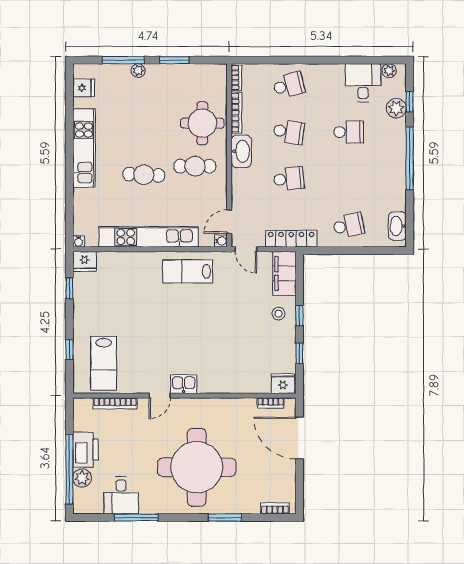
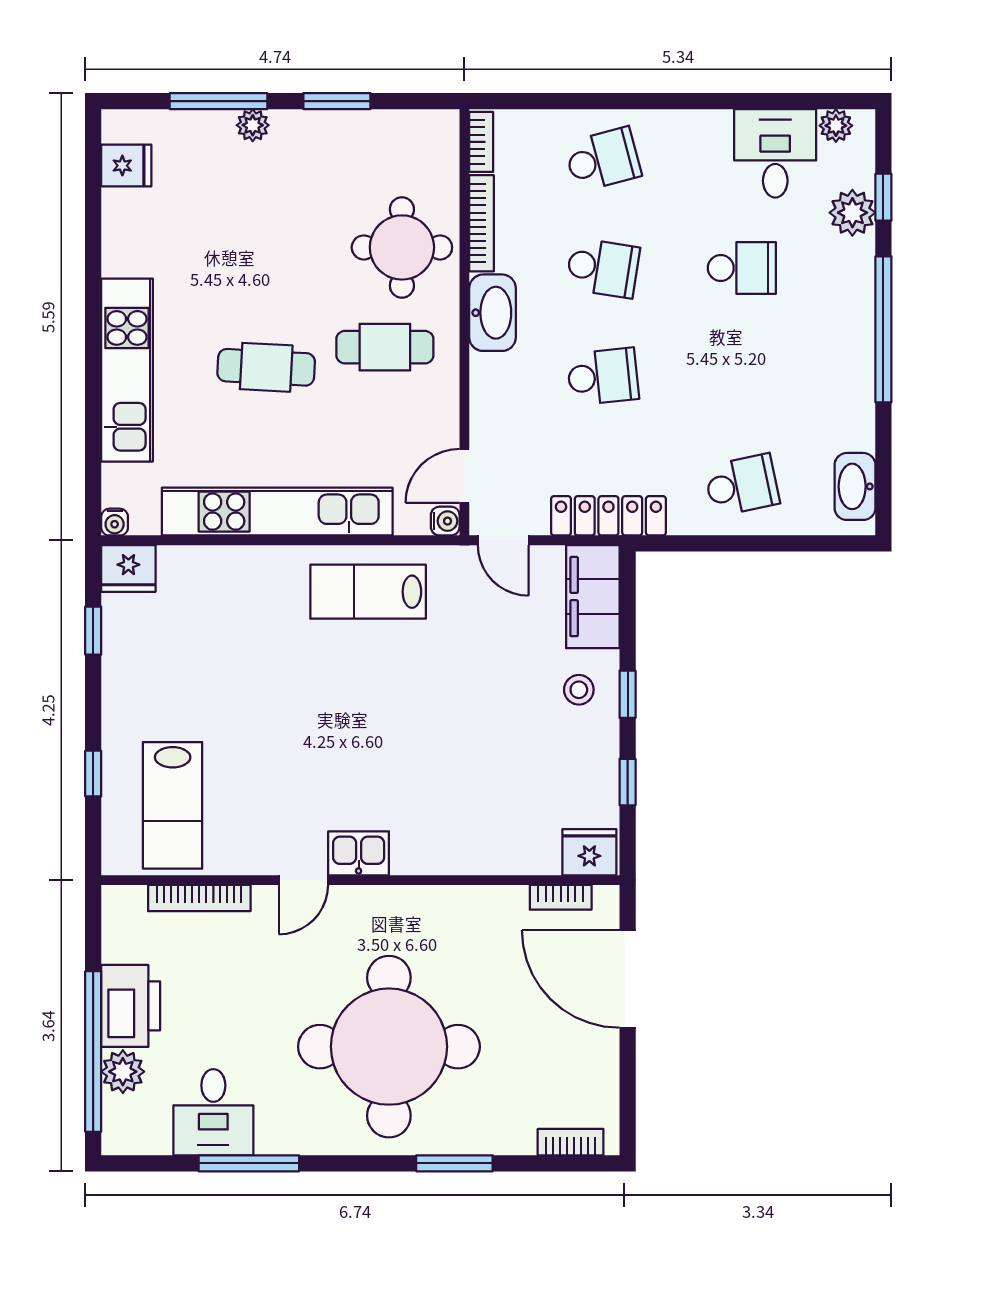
kitchen unit: (84, 148) -> (127, 370), moved

